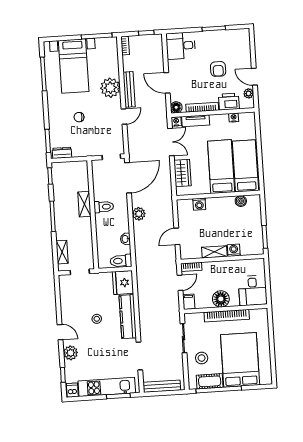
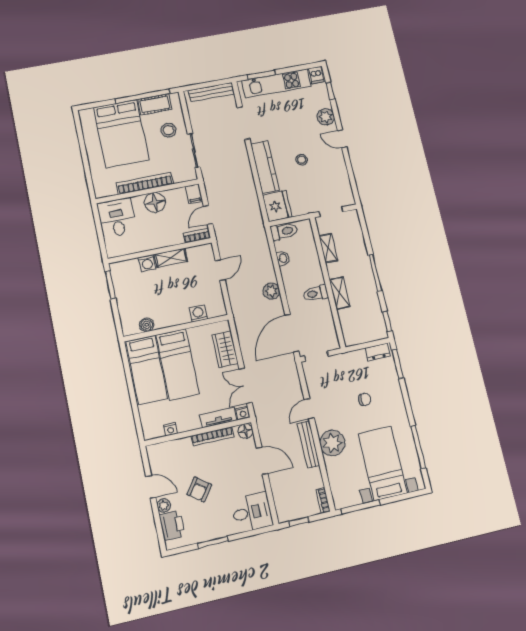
armchair: (218, 69) -> (199, 489), turned -144
plant: (249, 93) -> (164, 505), moved
printer: (229, 102) -> (172, 525), moved, turned -90
shelving: (62, 252) -> (328, 248), moved

